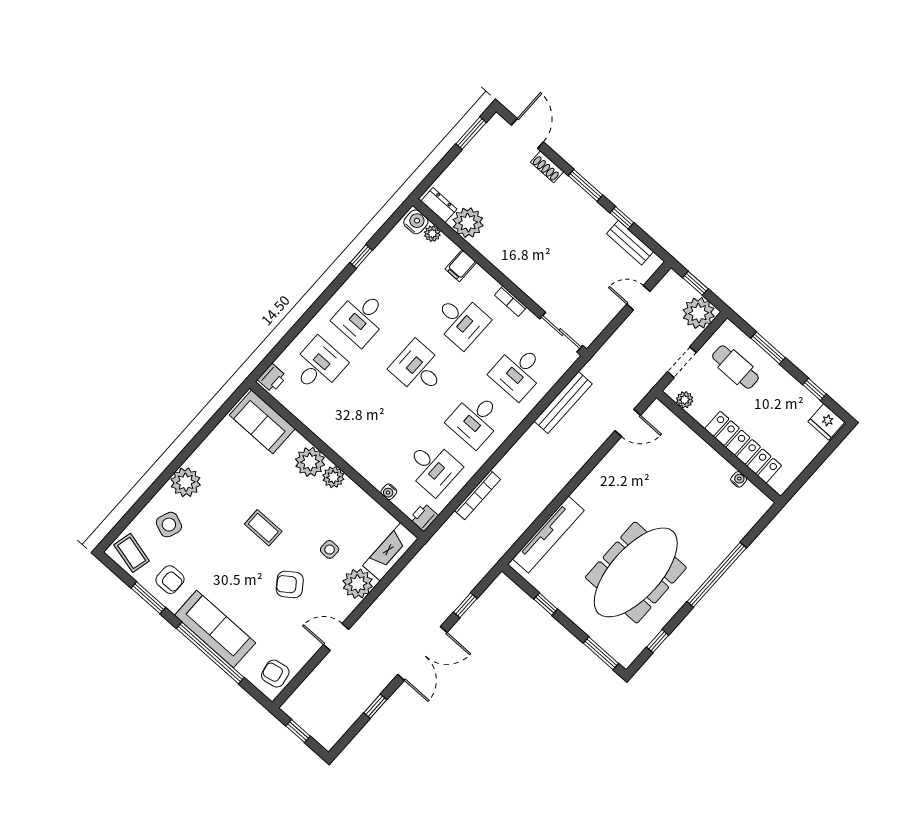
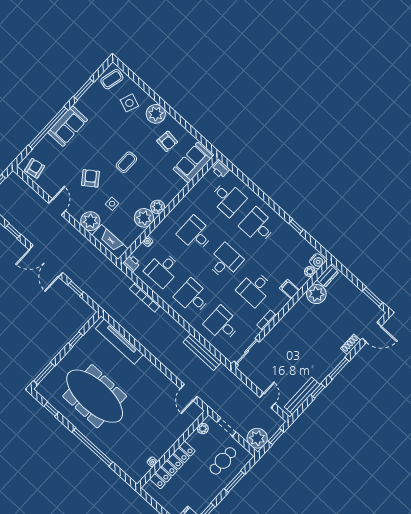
bench: (630, 243) -> (302, 396), width x1.36
desk: (376, 417) -> (195, 234), added
plant: (310, 462) -> (144, 218), moved
armchair: (170, 580) -> (167, 141), moved, turned -84
sofa: (215, 629) -> (68, 126), width x0.73

